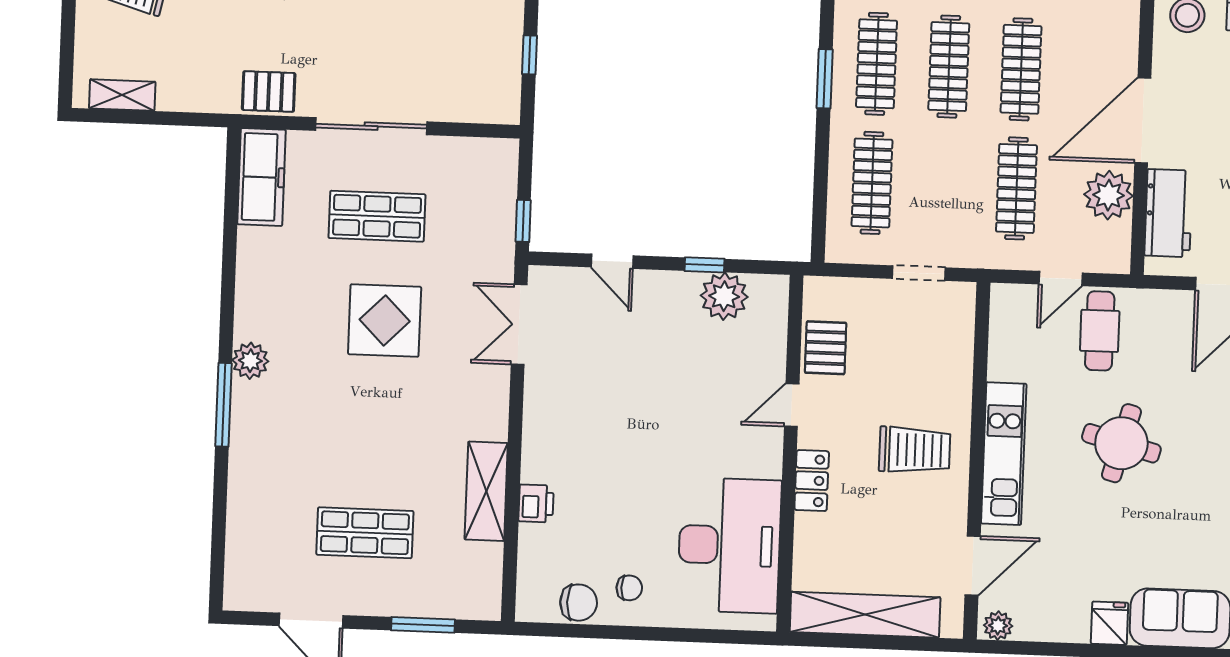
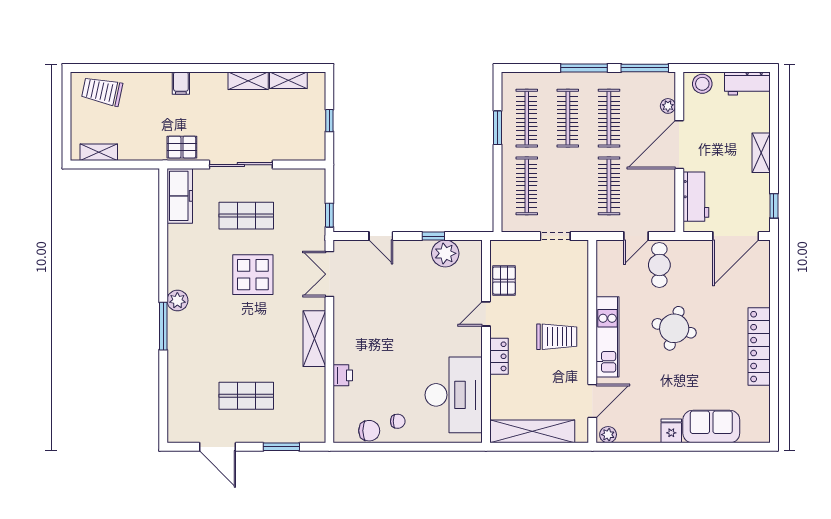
plant: (1109, 195) -> (668, 106), moved, width x0.53, depth x0.53
shelving: (486, 491) -> (314, 339), moved

